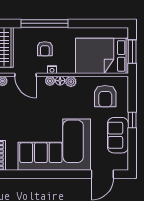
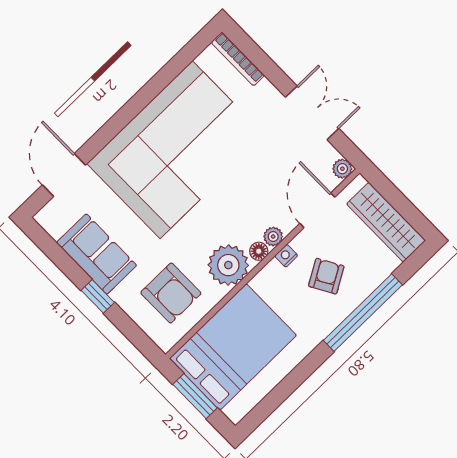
armchair: (45, 49) -> (326, 276), turned 60
door: (25, 75) -> (317, 210), hinge flipped
plant: (71, 82) -> (228, 265), width x1.88, depth x1.88
armchair: (105, 96) -> (171, 293), turned 180

